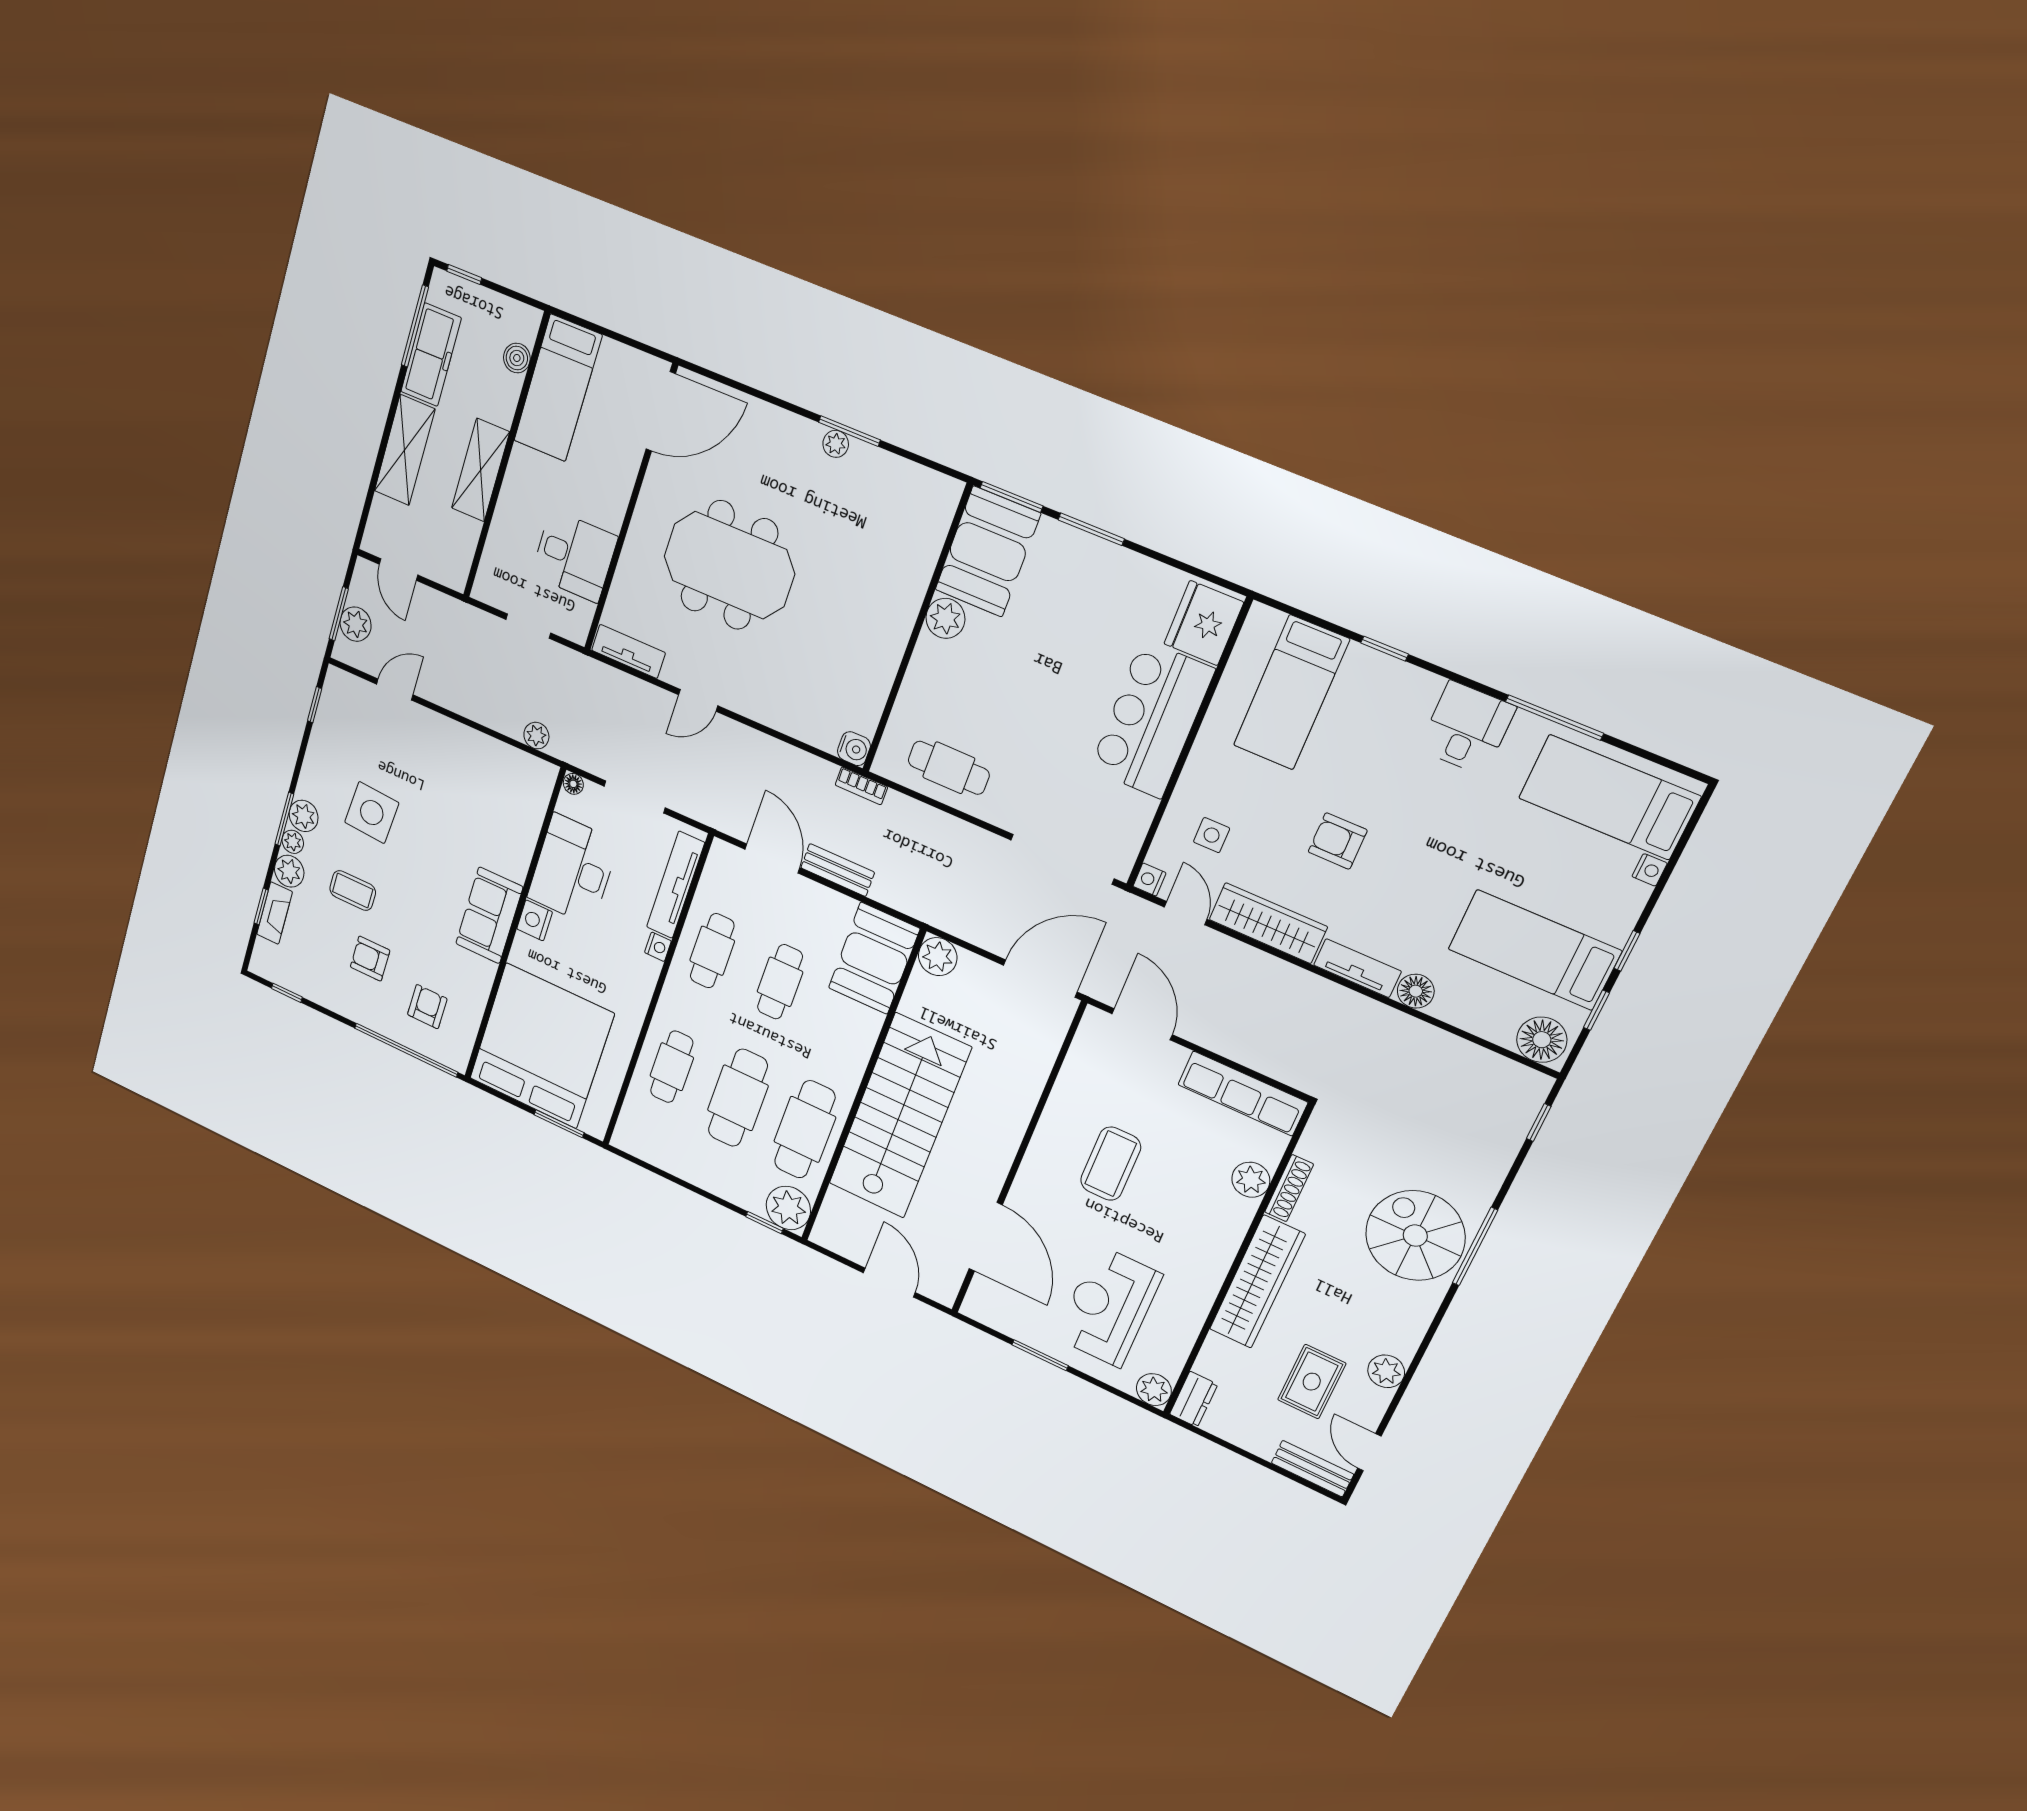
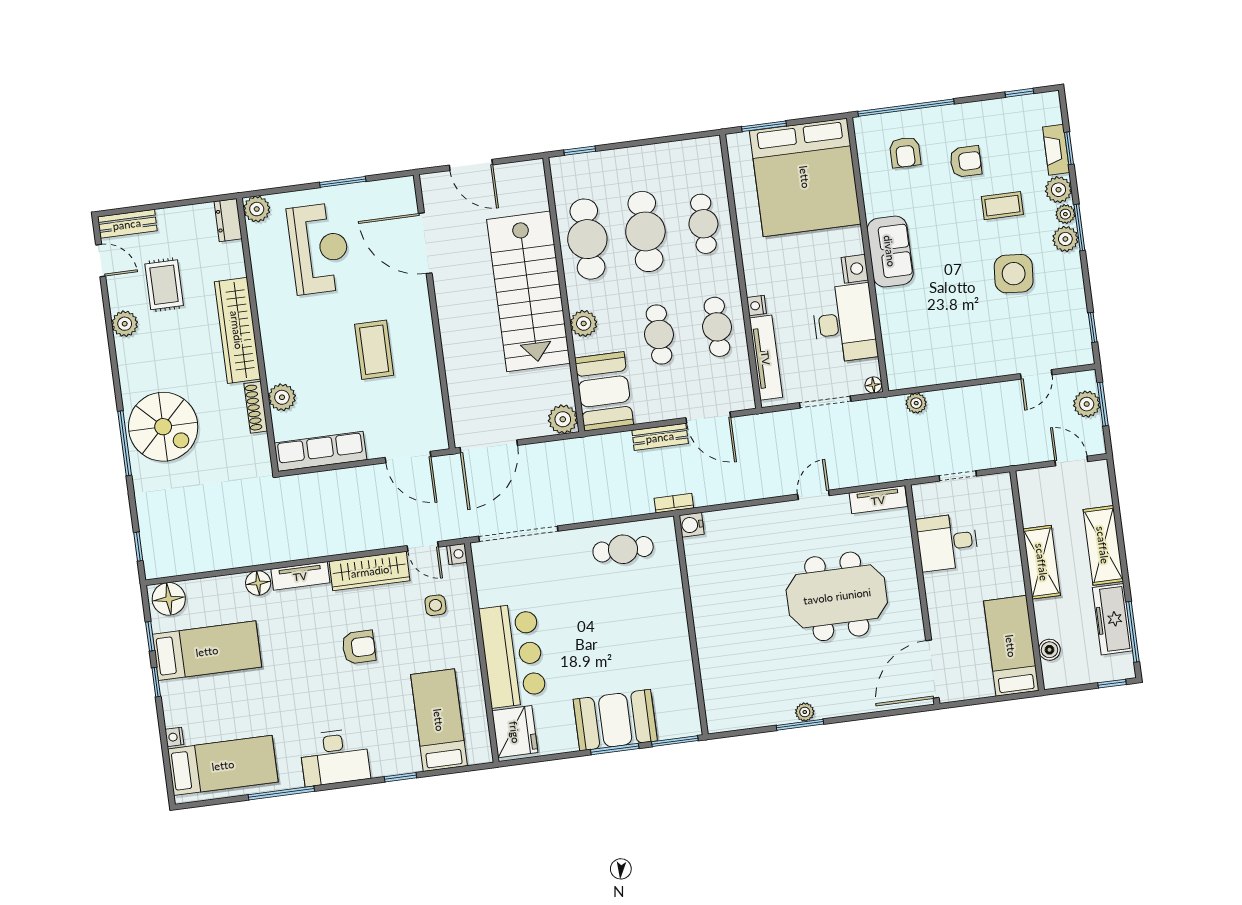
booth: (988, 552) -> (615, 720), moved, turned 90
plant: (945, 618) -> (676, 643), removed
desk: (1467, 728) -> (335, 757), width x1.37
plant: (788, 1208) -> (584, 323), moved, width x0.73, depth x0.73

